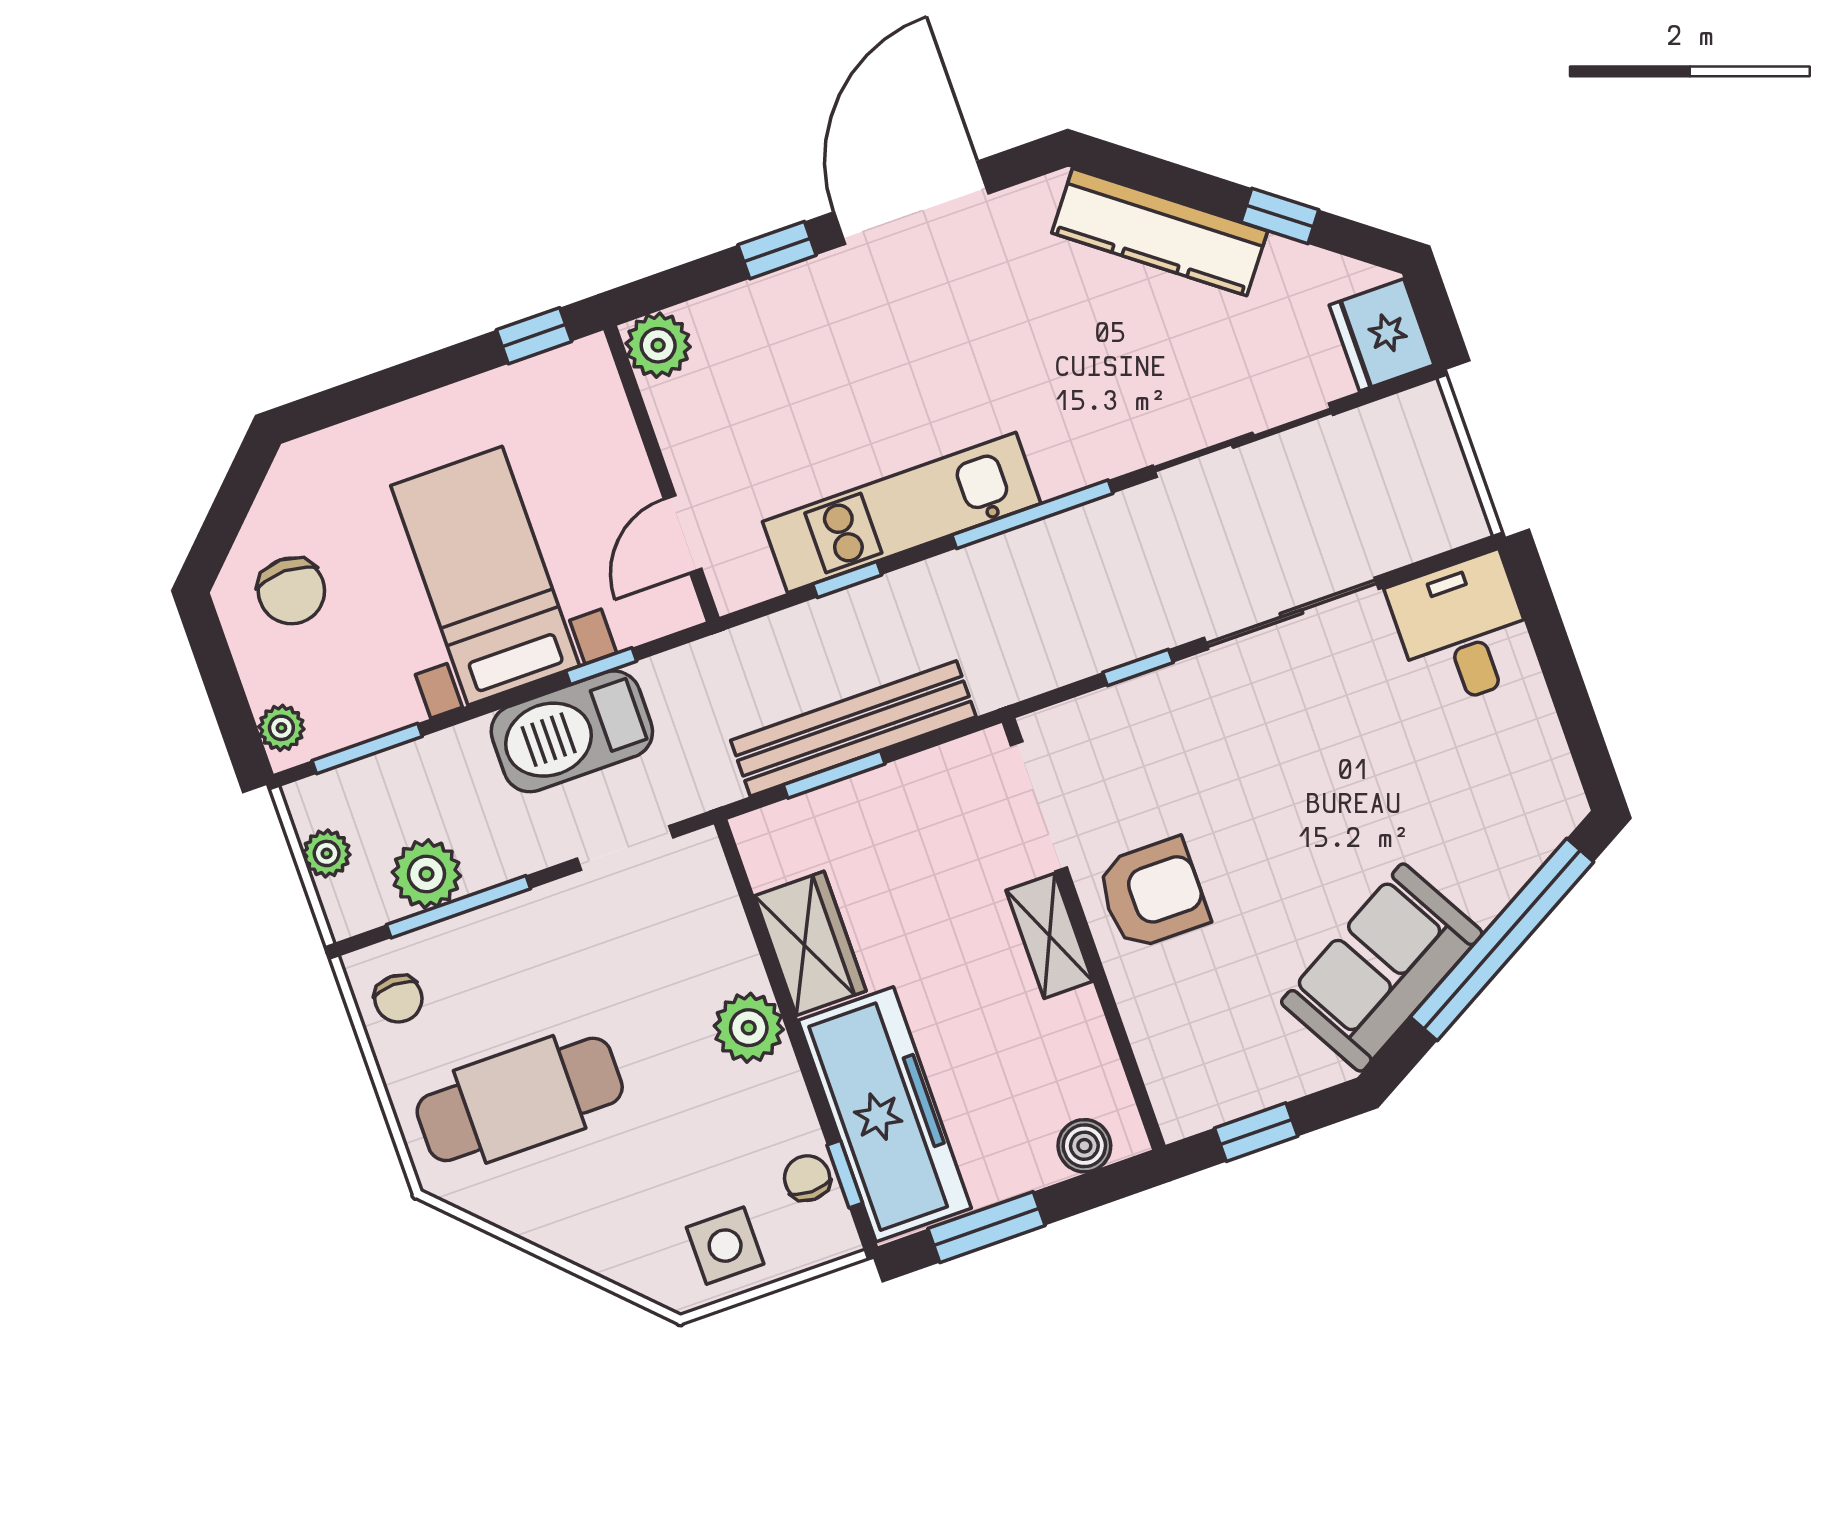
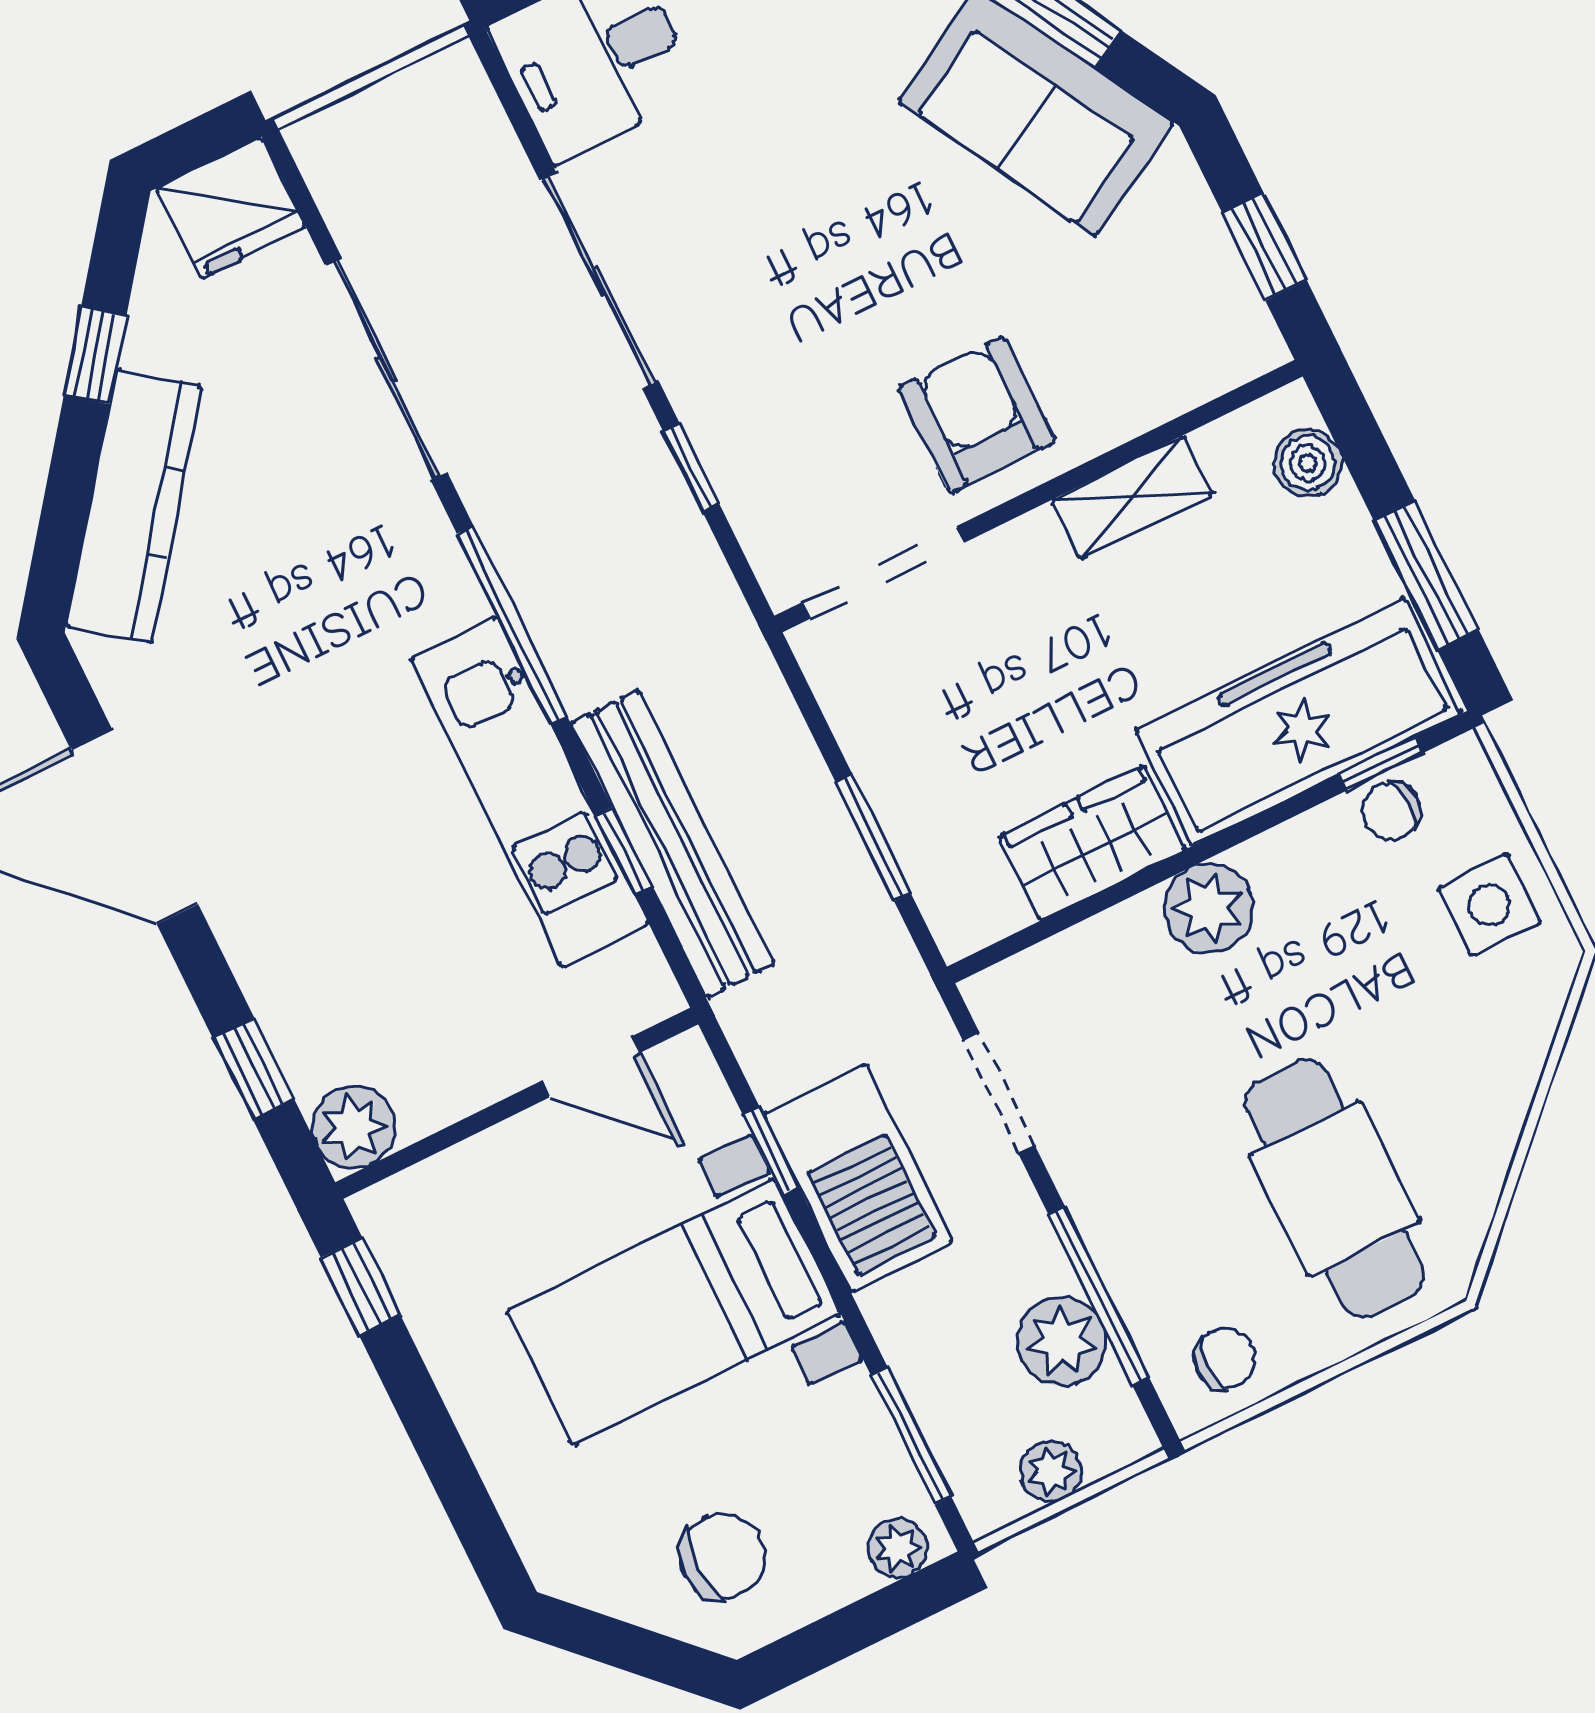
window: (777, 250) -> (253, 1068), moved
bench: (853, 728) -> (672, 844), moved
shelving: (1049, 936) -> (1132, 497), moved

